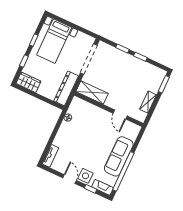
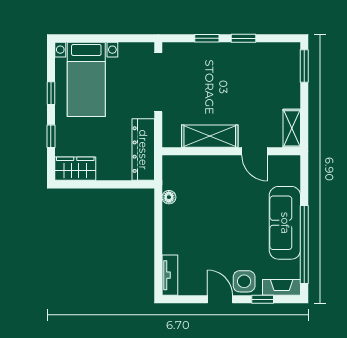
shelving: (92, 93) -> (210, 136), moved
shelving: (148, 102) -> (292, 128), moved

